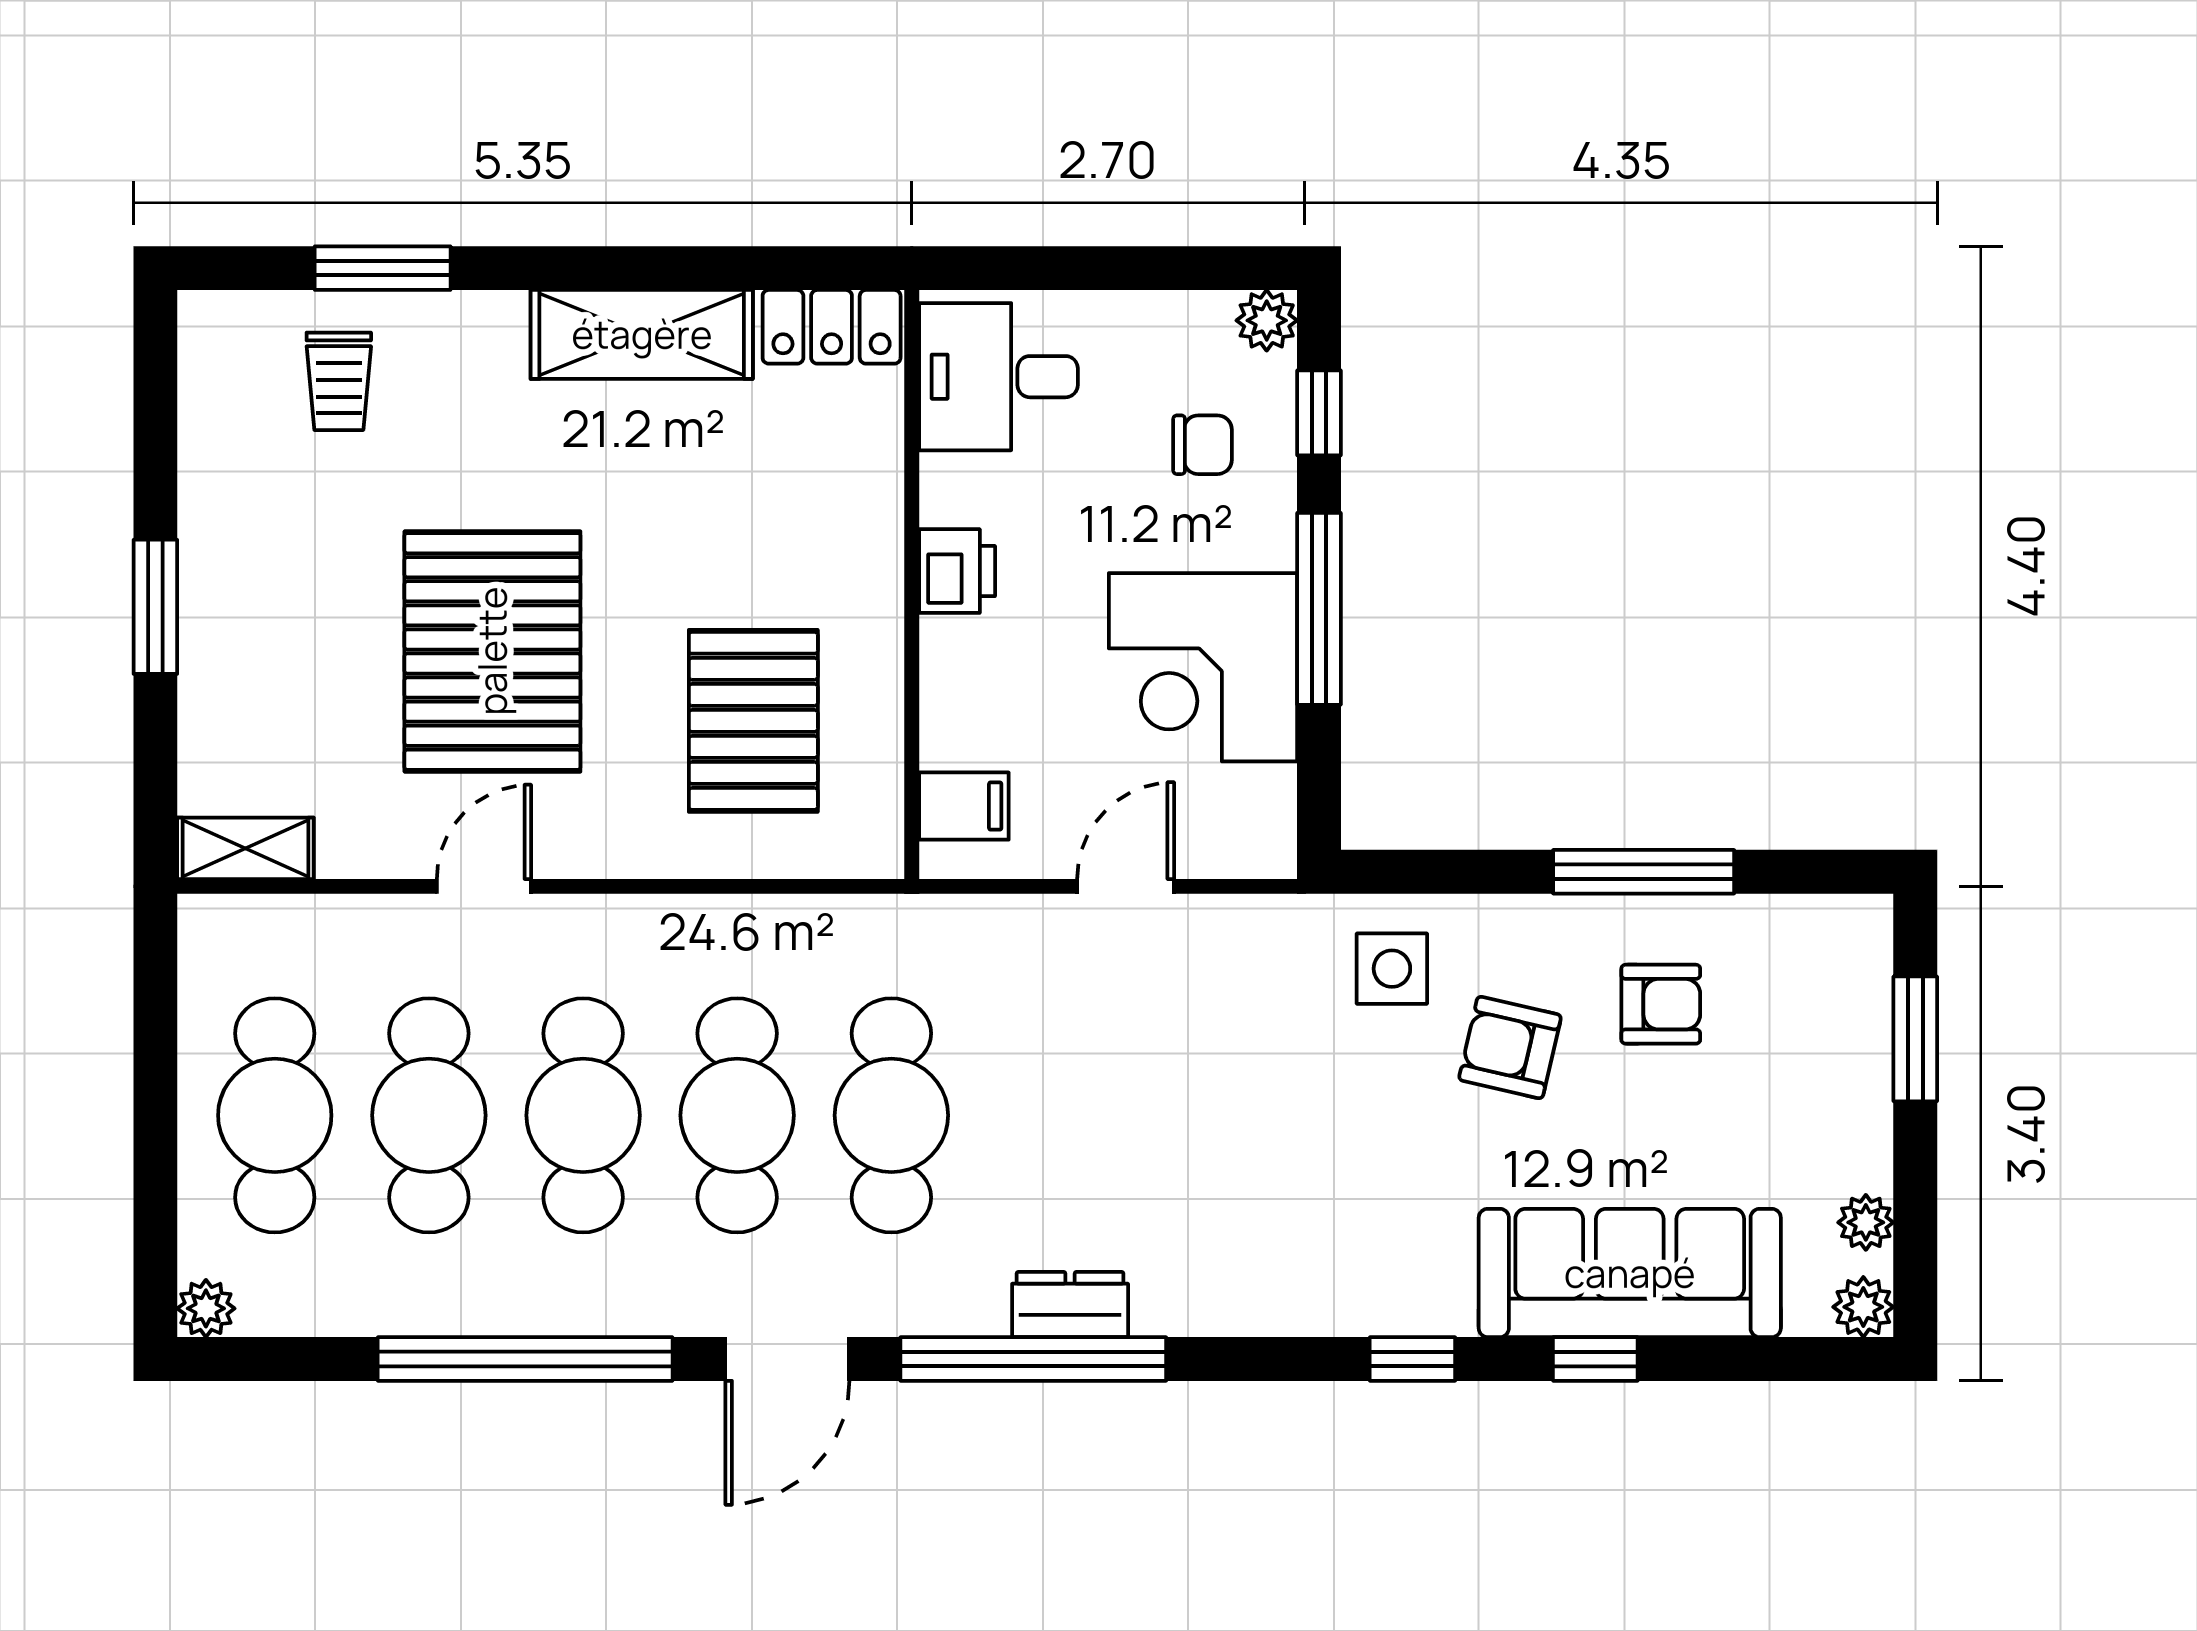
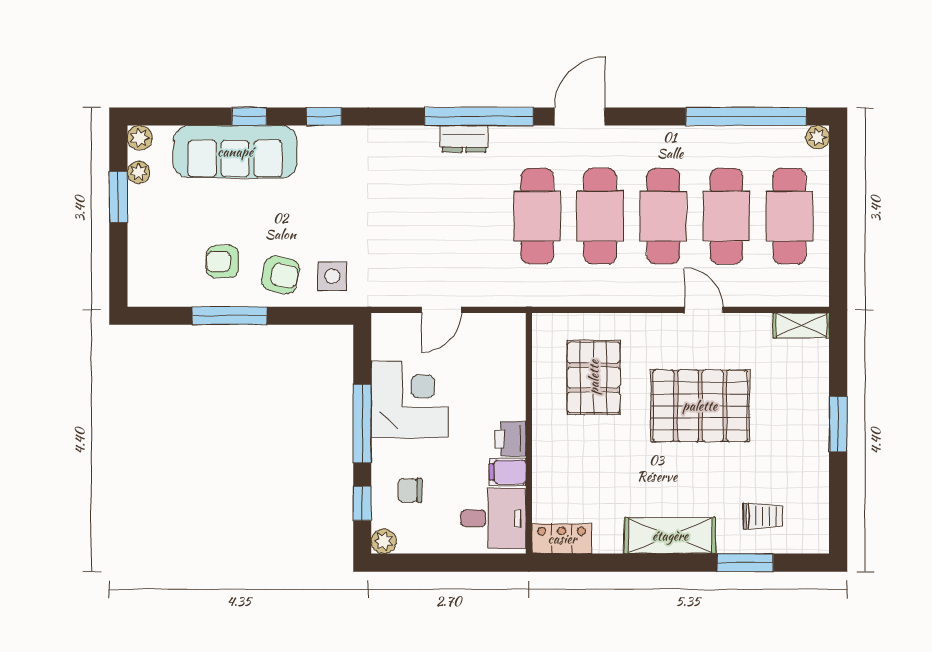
shelving: (642, 334) -> (670, 536), moved
trolley: (339, 381) -> (763, 516), turned 90
pallet: (492, 651) -> (700, 406), turned 90
filing cabinet: (964, 806) -> (508, 472), moved
door: (484, 886) -> (704, 310), swing flipped
window: (1915, 1039) -> (118, 197), moved
armchair: (1510, 1048) -> (280, 275), moved
window: (525, 1359) -> (746, 116), moved

